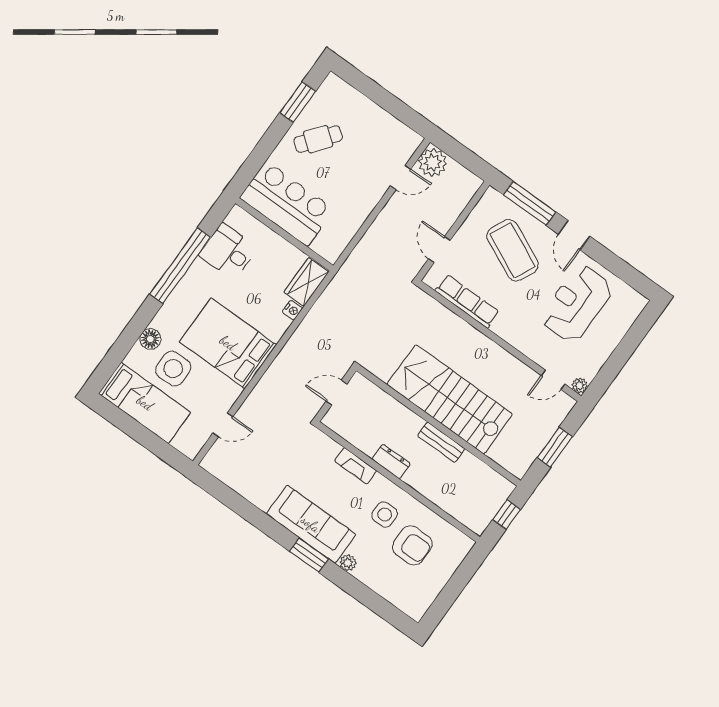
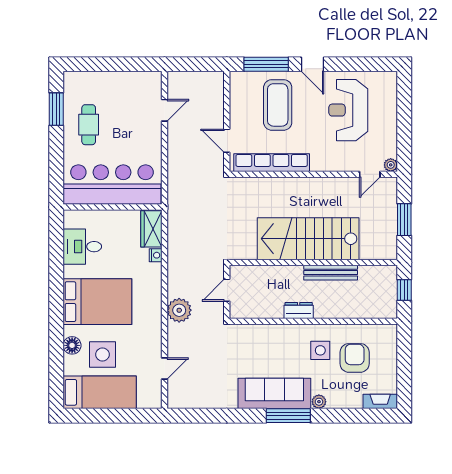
cafe table: (318, 139) -> (89, 125), turned -38
plant: (433, 163) -> (179, 310), moved
bar counter: (287, 204) -> (112, 185), width x1.36
coffee table: (513, 250) -> (278, 105), turned 65
window: (180, 266) -> (56, 280), removed
row of seats: (467, 301) -> (272, 163), width x1.36
bed: (228, 343) -> (97, 302), moved, turned 180
bench: (441, 442) -> (331, 273), width x1.36
fireplace: (355, 466) -> (380, 401), moved, turned 180
armchair: (412, 545) -> (355, 358), turned -90
window: (309, 555) -> (288, 416), width x1.44

